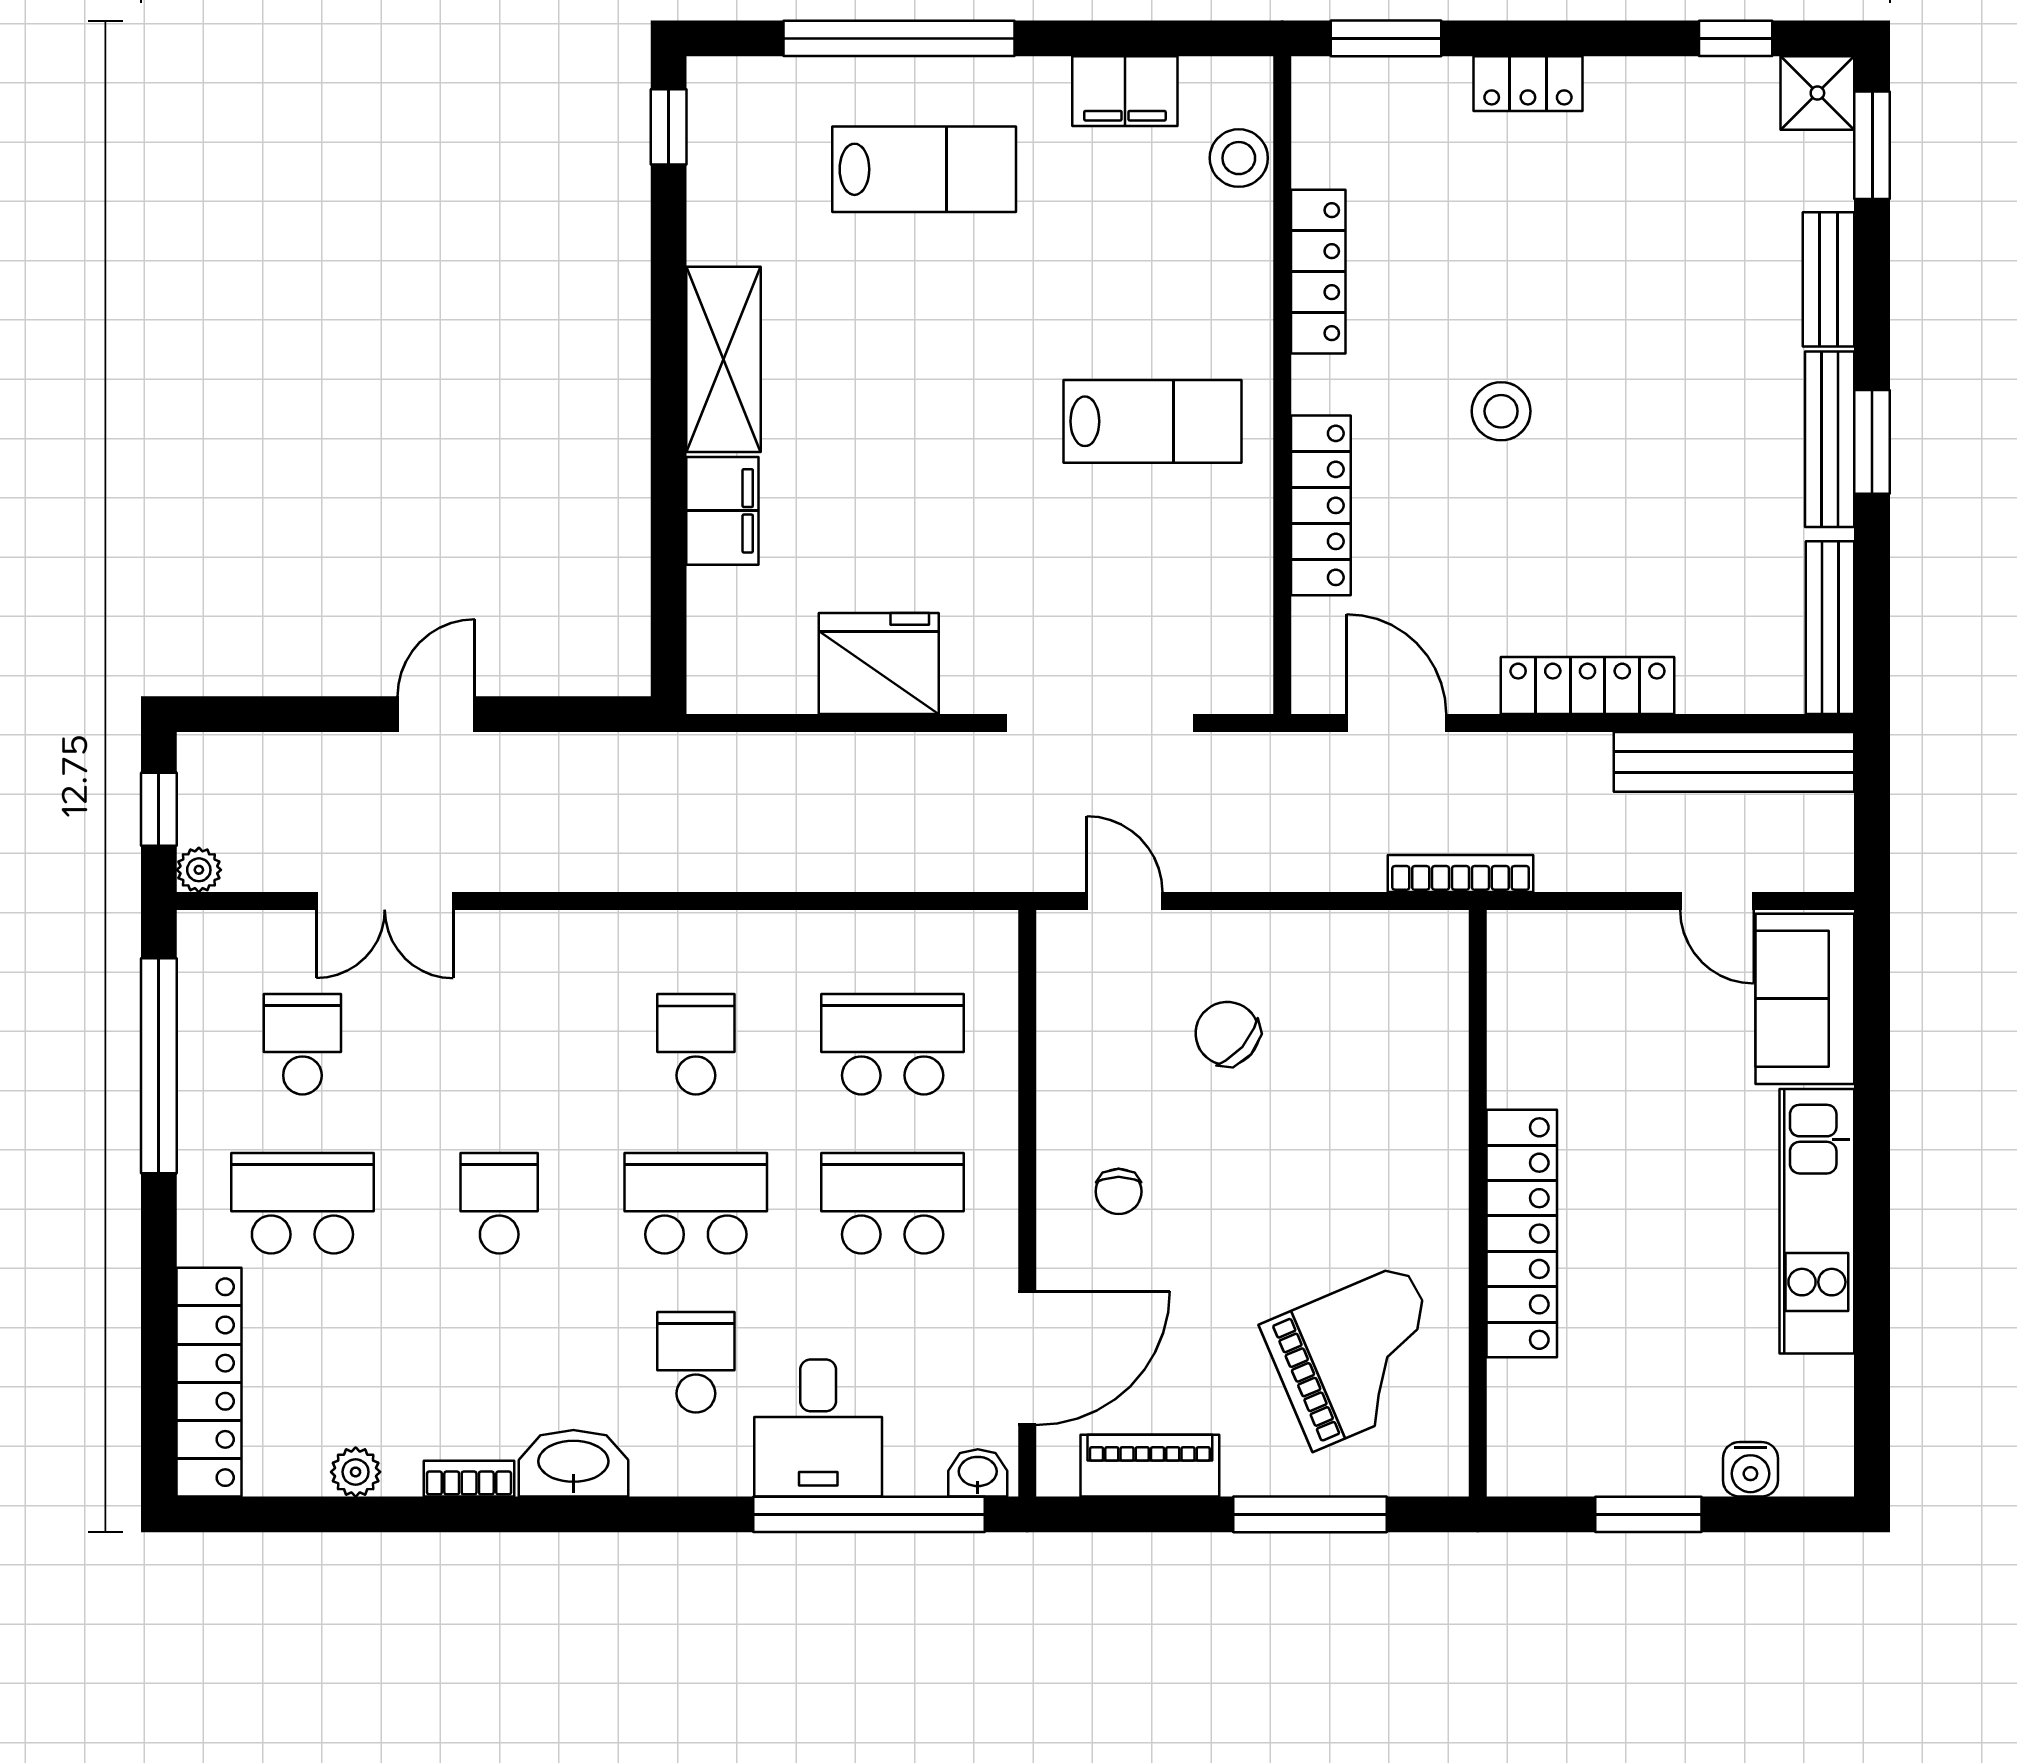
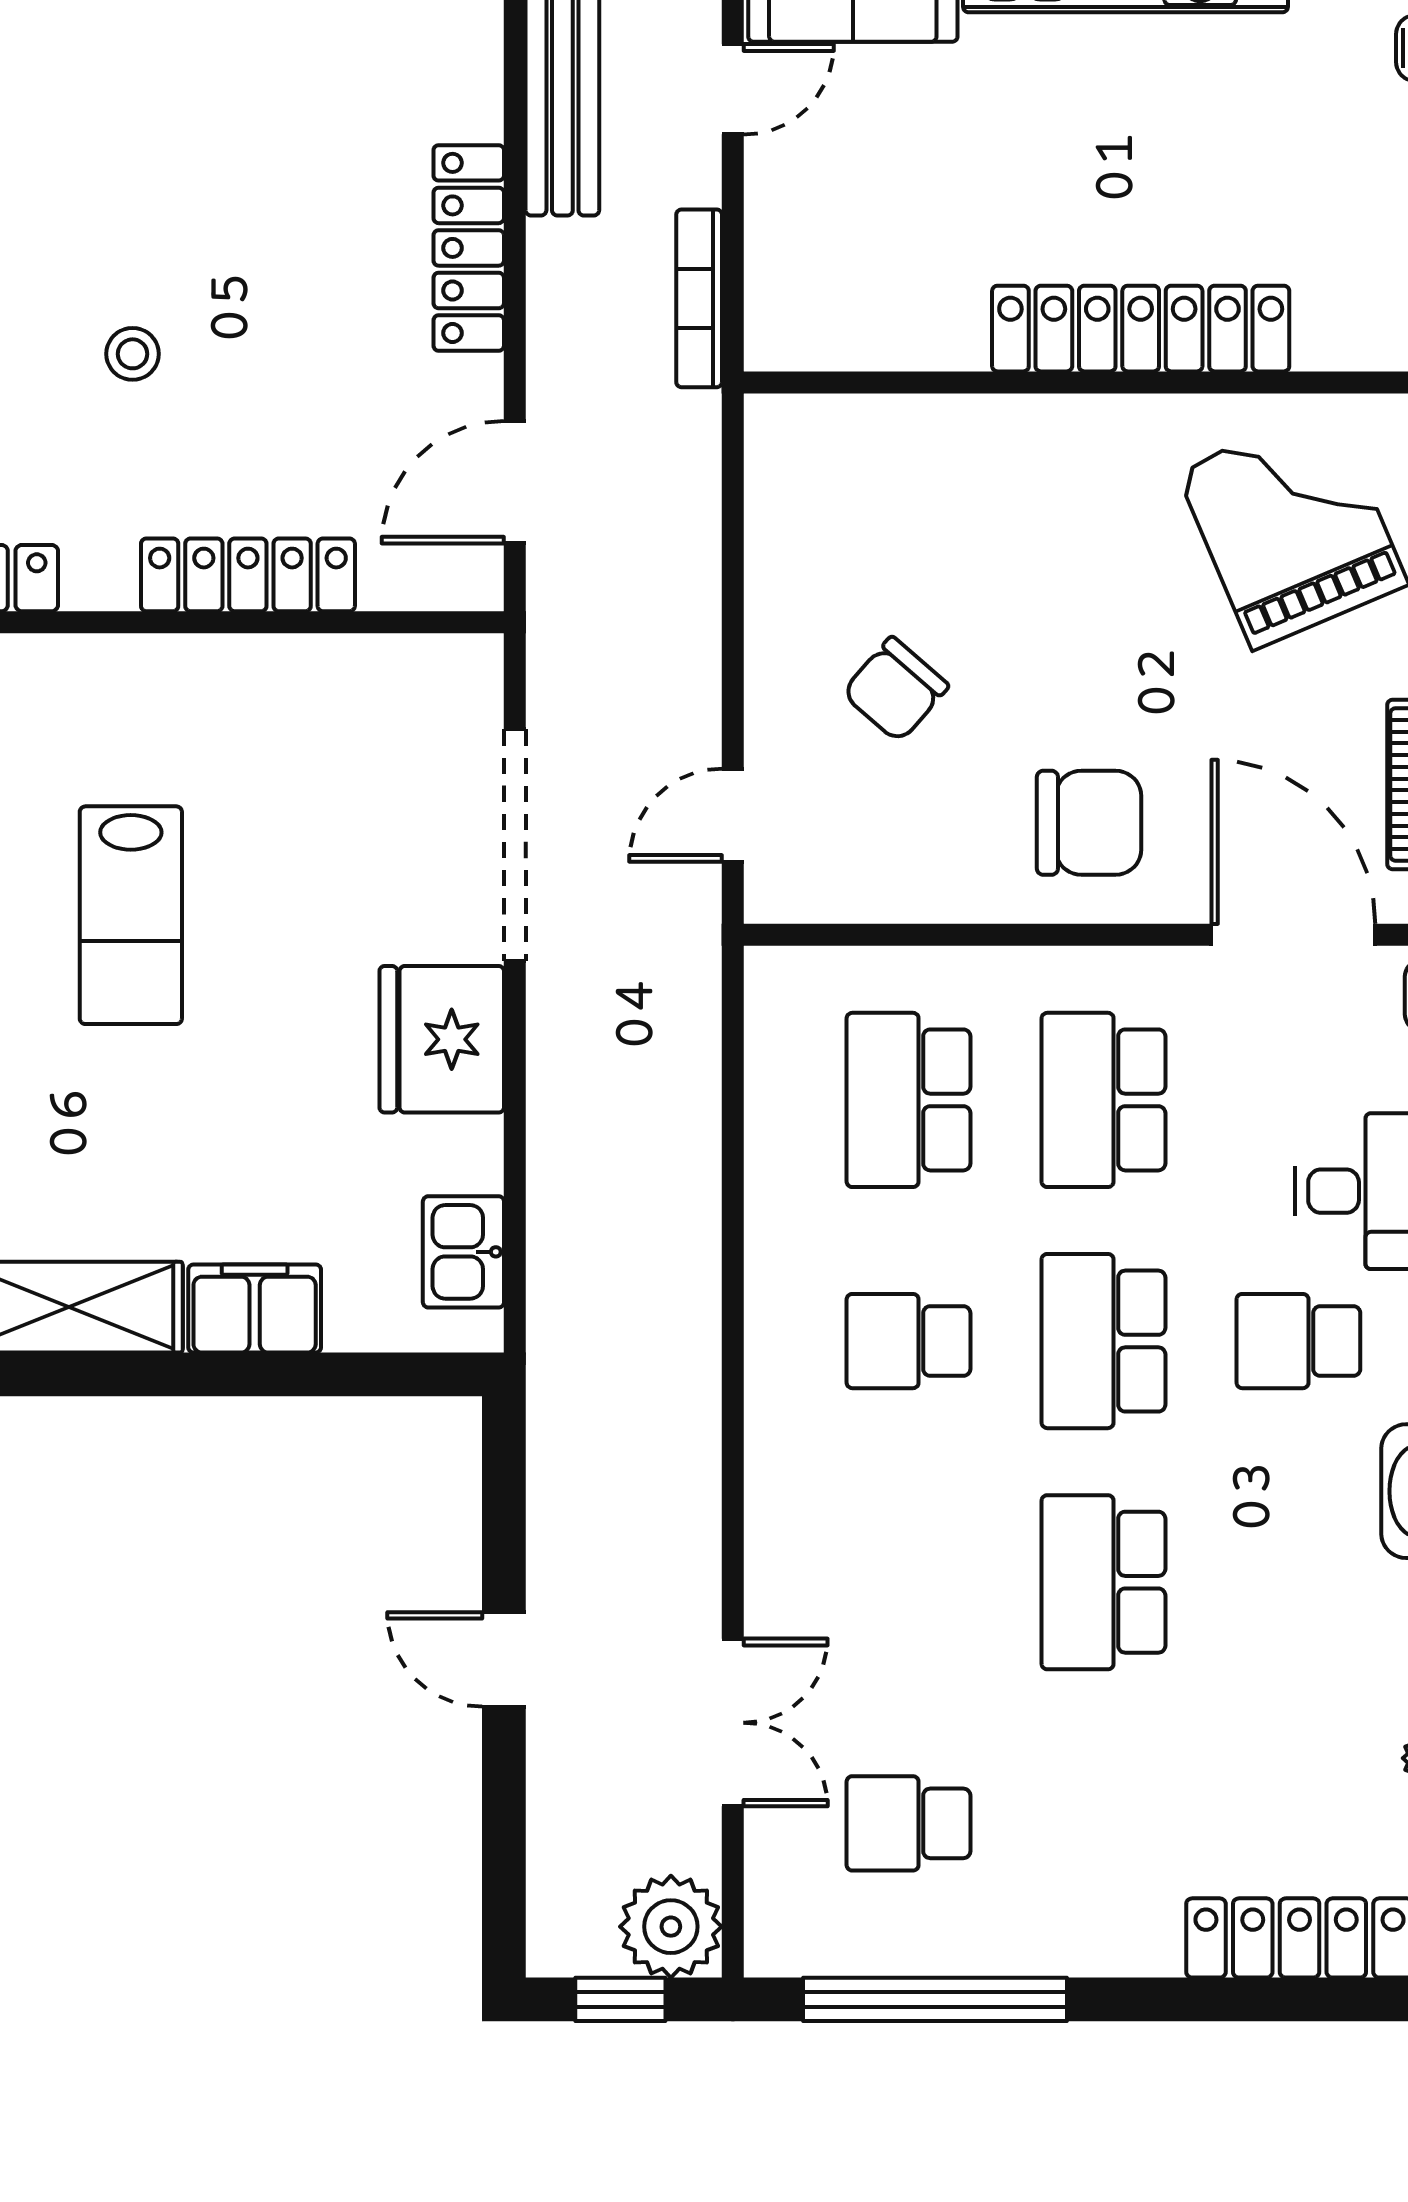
stool: (1501, 411) -> (133, 354), width x0.73, depth x0.73
lab bench: (1152, 421) -> (131, 915), moved, turned 180
fridge: (879, 663) -> (442, 1039), moved
kitchen sink: (769, 681) -> (463, 1252), added
plant: (199, 870) -> (671, 1927), width x1.88, depth x1.88
bookcase: (1461, 873) -> (699, 298), moved
chair: (1119, 1191) -> (1089, 823), width x1.87, depth x1.87
school desk: (302, 1203) -> (1103, 1823), removed
school desk: (499, 1203) -> (1103, 1582), width x1.85

